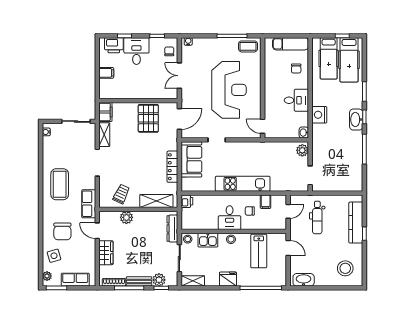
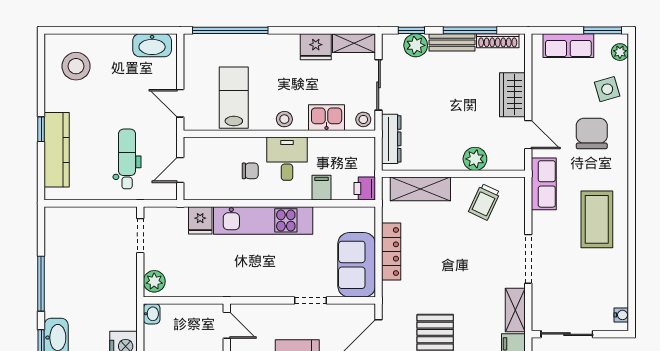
fridge: (277, 184) -> (200, 220), added
filing cabinet: (266, 202) -> (322, 188), moved
fridge: (228, 279) -> (316, 47), moved

